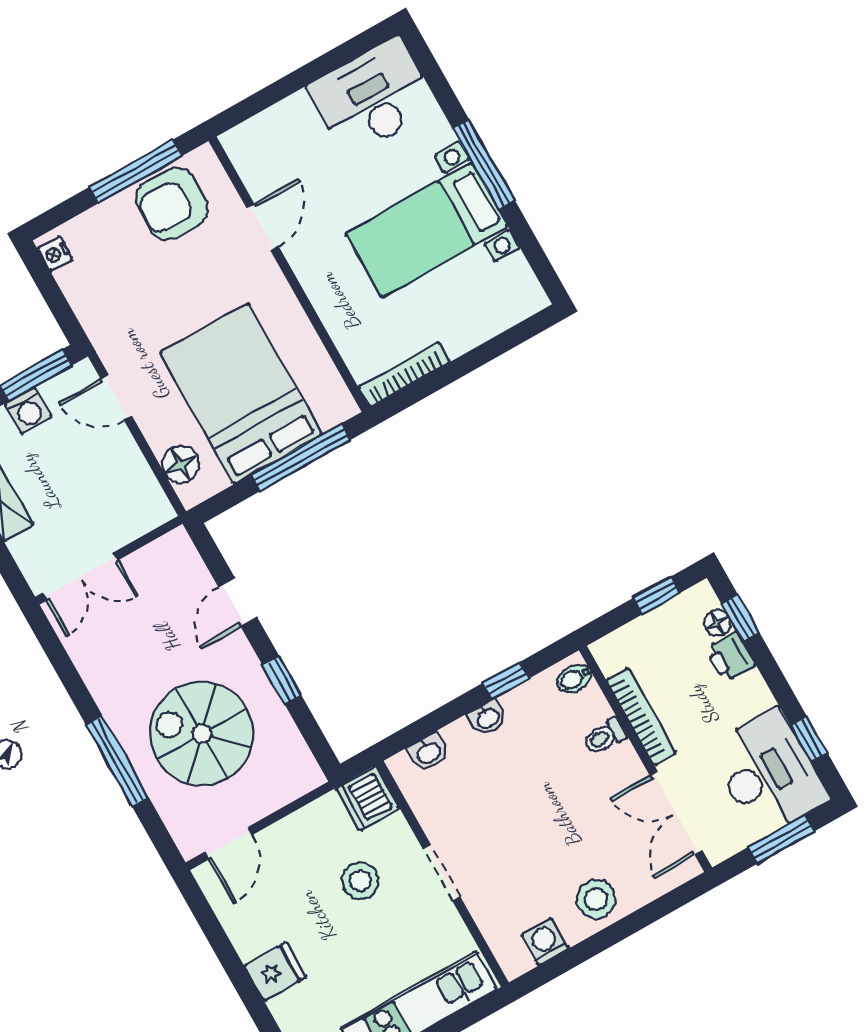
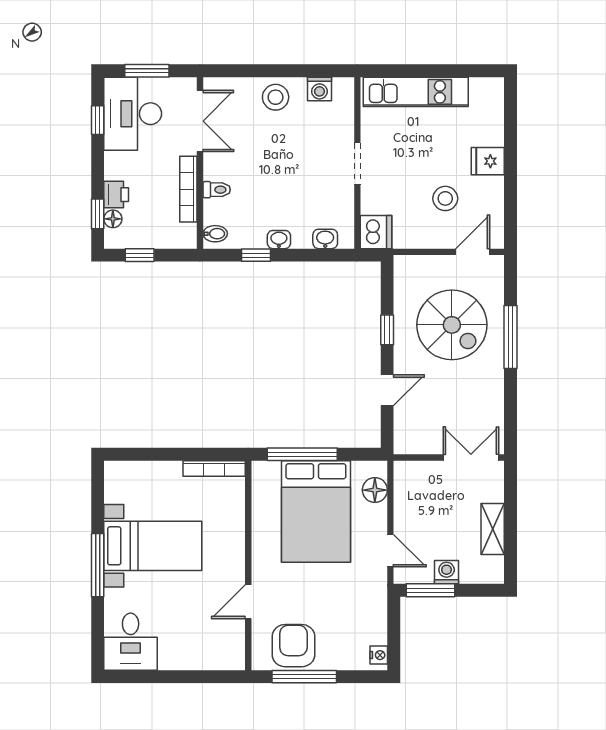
desk: (373, 97) -> (131, 642), width x0.73
armchair: (172, 204) -> (293, 646), turned -91
stool: (360, 881) -> (445, 198), moved

